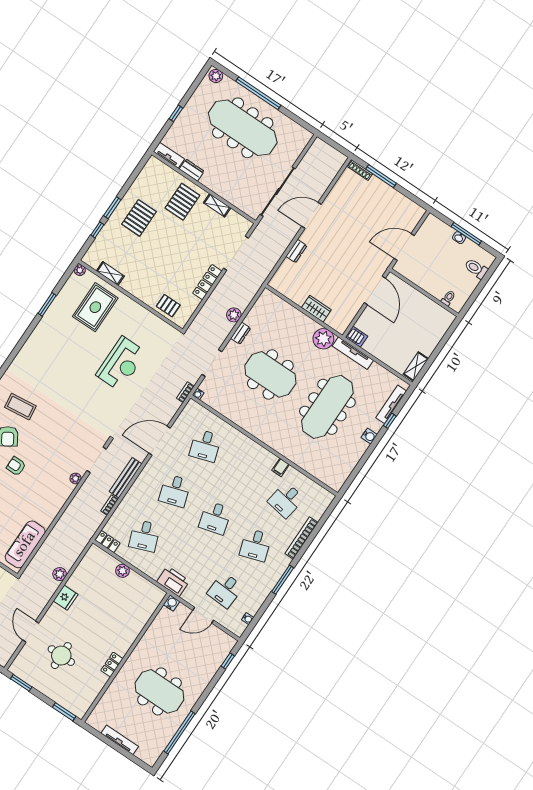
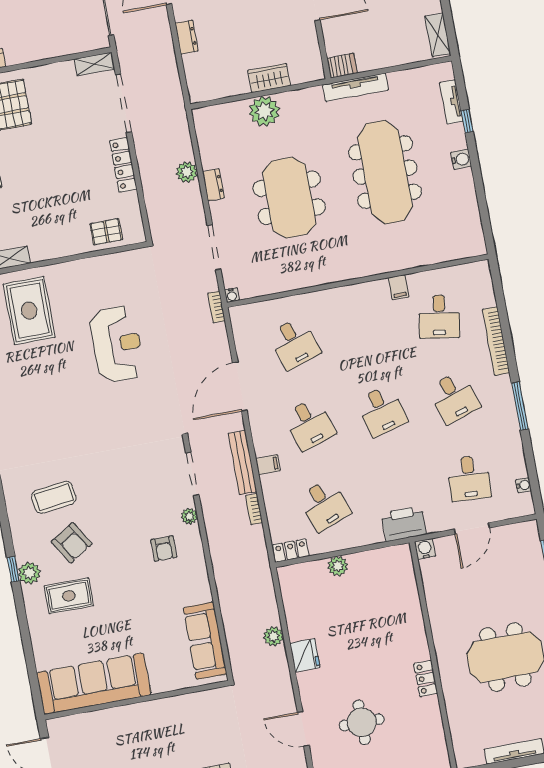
shelving: (217, 205) -> (94, 64), moved
plant: (323, 339) -> (264, 111), moved
meeting table: (270, 374) -> (289, 198), turned 90
tv unit: (391, 404) -> (451, 102), width x0.71
armchair: (16, 466) -> (164, 548), moved, turned -90
filing cabinet: (137, 491) -> (268, 465), added

